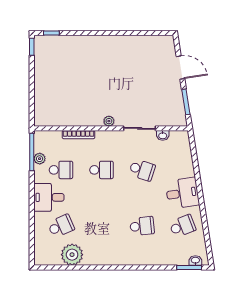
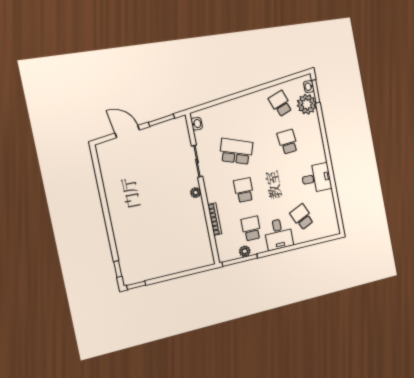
door: (180, 67) -> (127, 132), hinge flipped
washbasin: (163, 135) -> (197, 124), moved
school desk: (142, 170) -> (236, 151), width x1.85
desk: (182, 193) -> (316, 178), moved, turned 99
plant: (72, 255) -> (307, 104), moved

